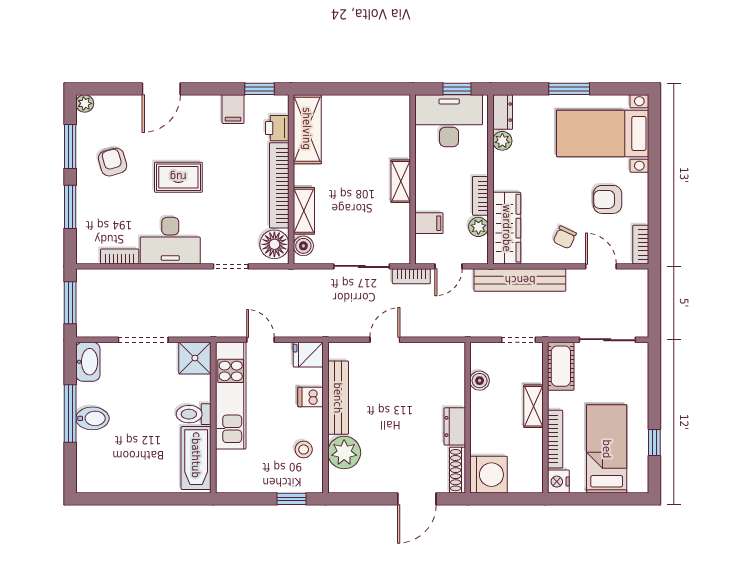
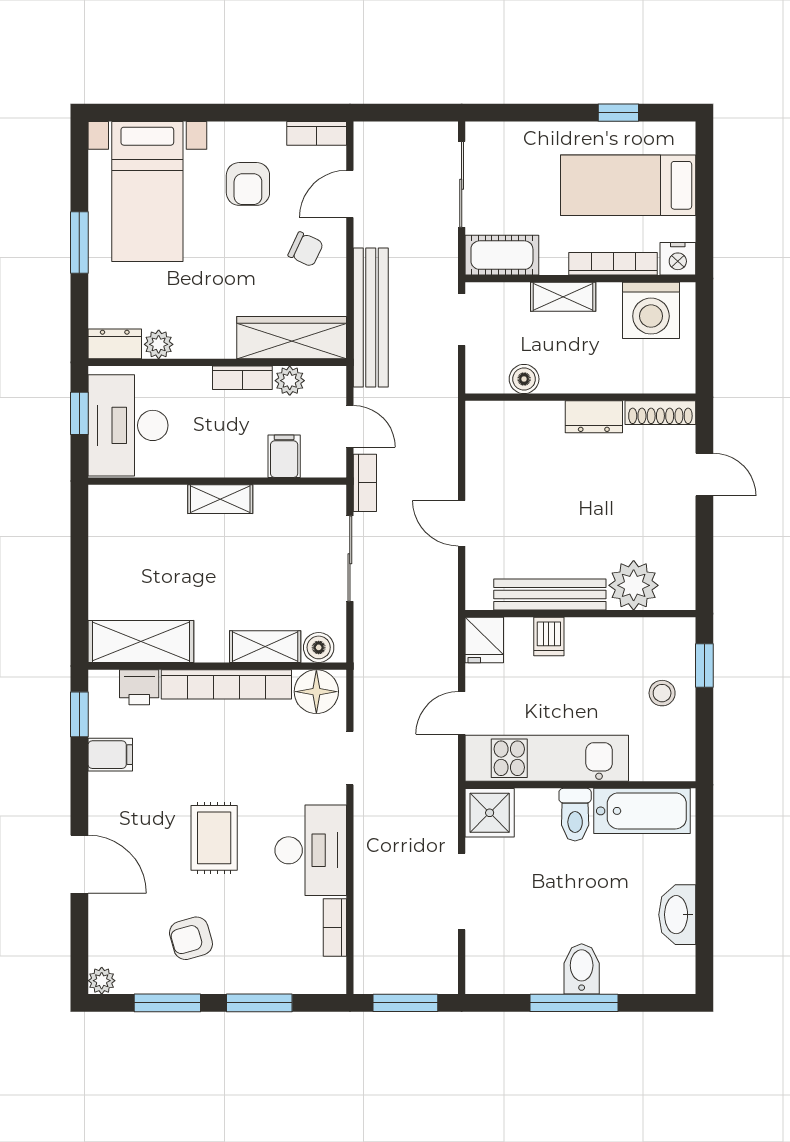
washbasin: (88, 362) -> (677, 915), moved, turned -90
stool: (304, 449) -> (662, 693), moved
washing machine: (488, 475) -> (651, 310), moved, turned 180
door: (417, 499) -> (704, 474), width x0.73

